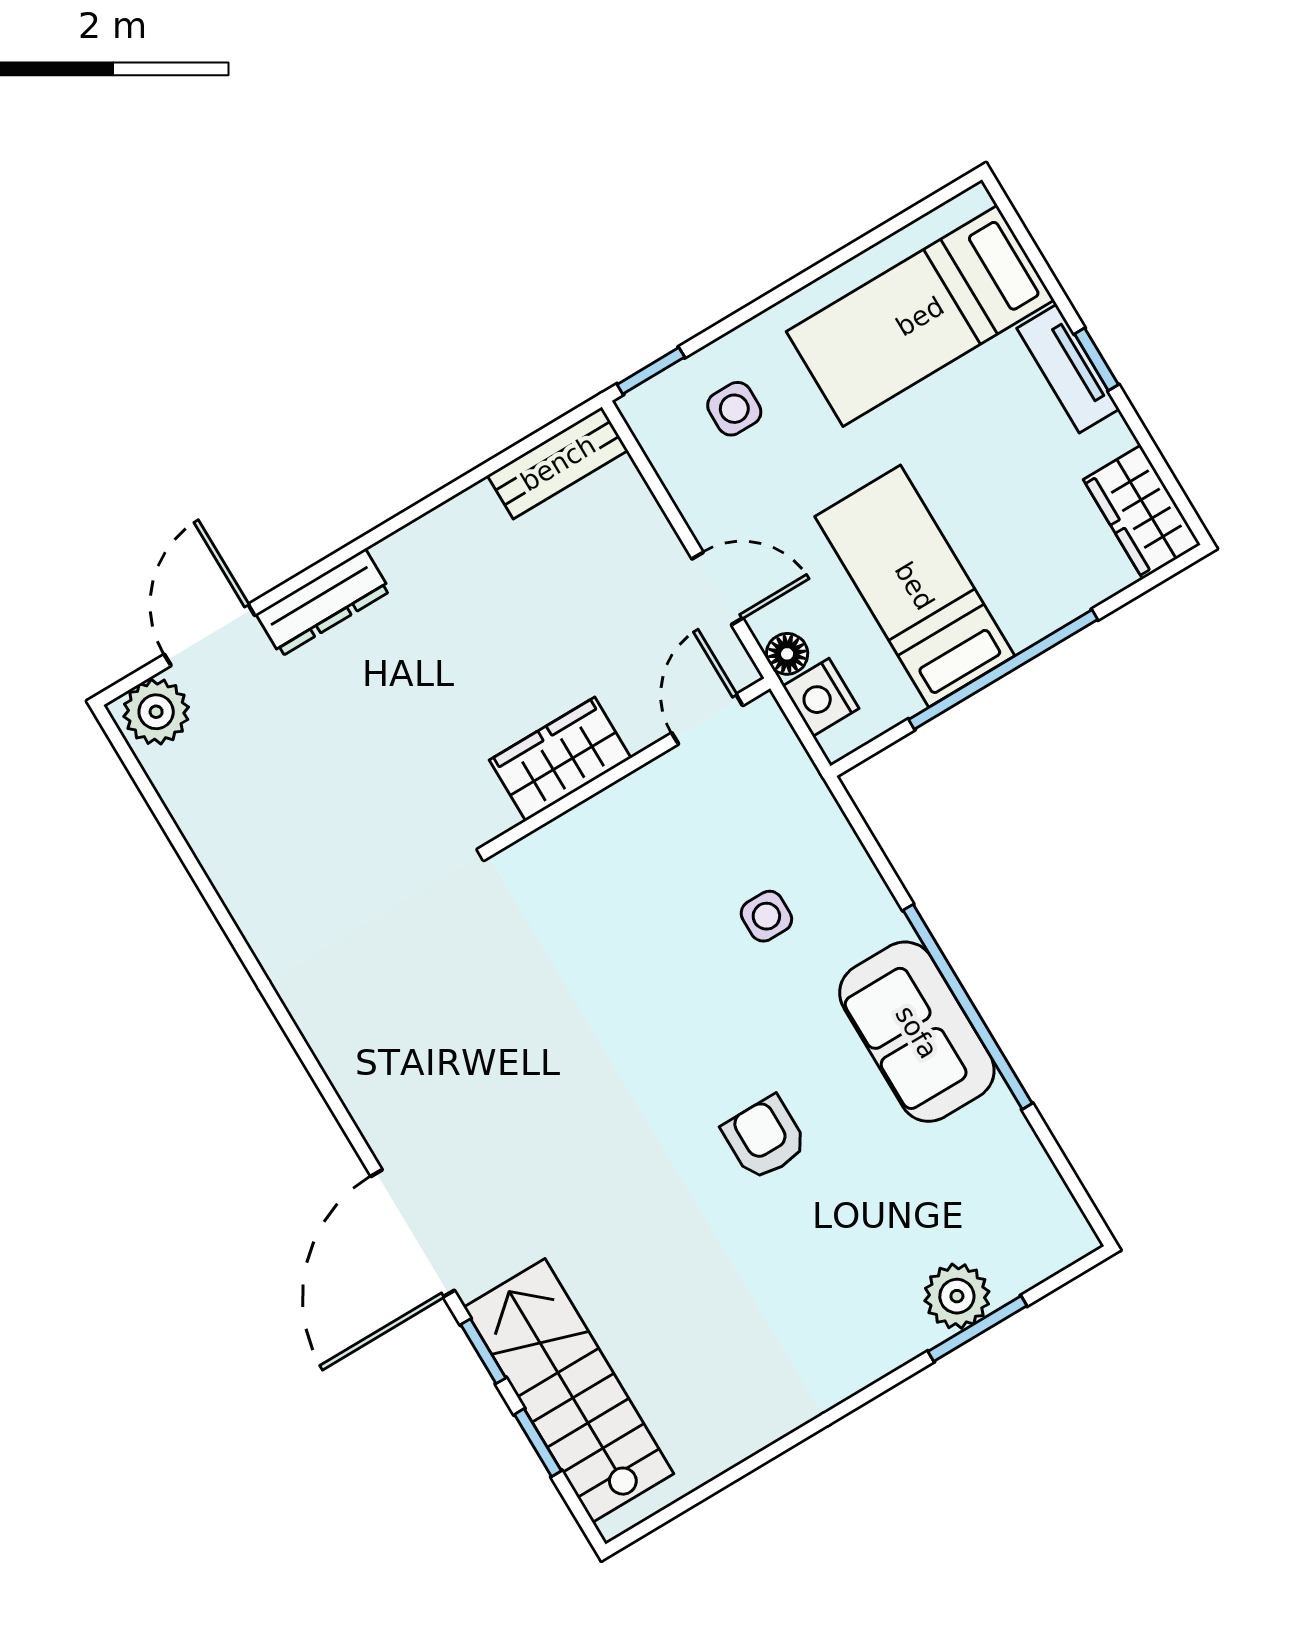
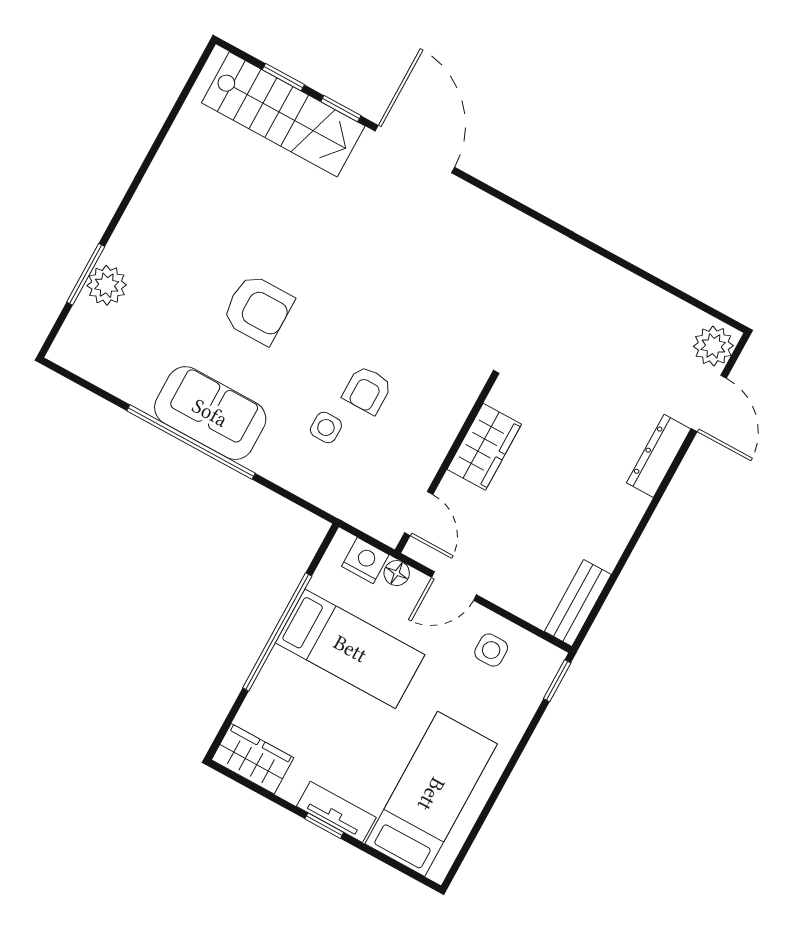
side table: (734, 409) -> (491, 650), moved
armchair: (678, 935) -> (367, 390), added
armchair: (765, 1138) -> (258, 309), width x1.38, depth x1.38

